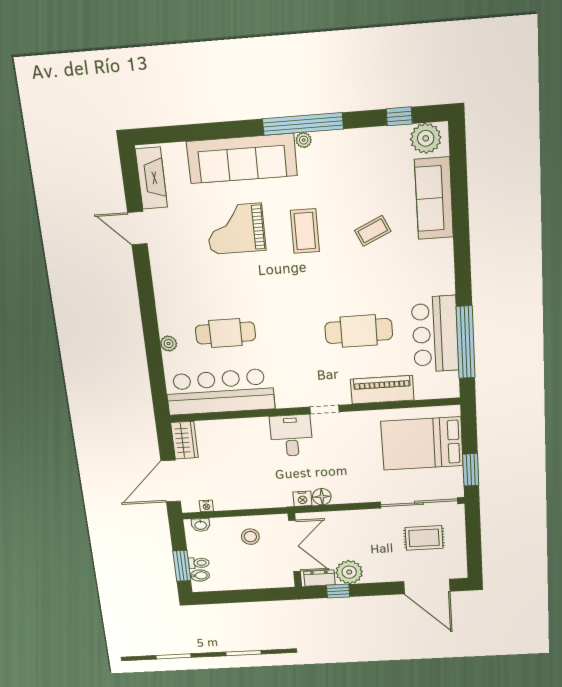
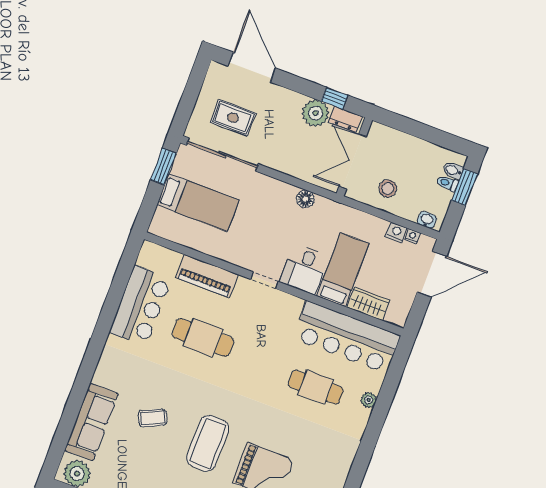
coffee table: (305, 231) -> (208, 443), width x1.36, depth x1.32
window: (466, 342) -> (118, 287), removed
wardrobe: (184, 440) -> (368, 304), moved, turned 90
bed: (422, 444) -> (198, 203), width x0.67
bed: (255, 450) -> (343, 270), added
nightstand: (302, 499) -> (396, 232), moved

